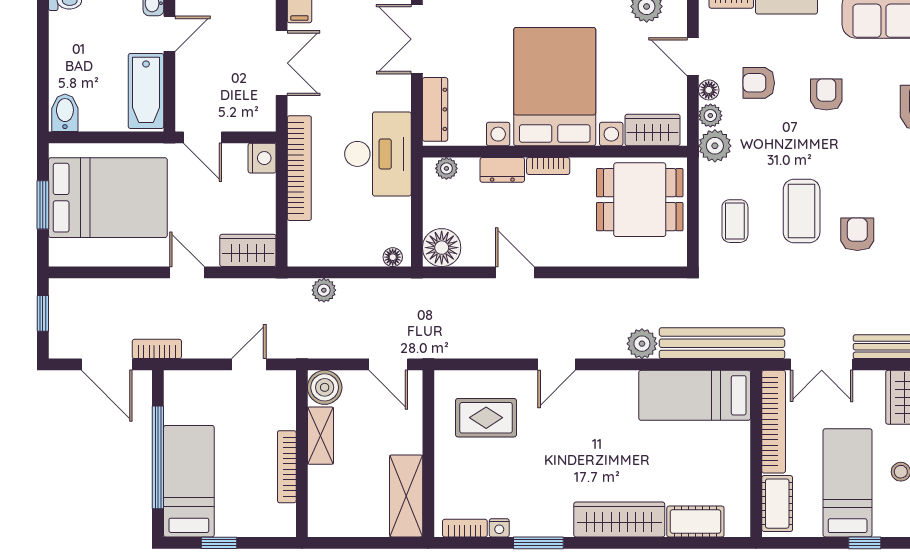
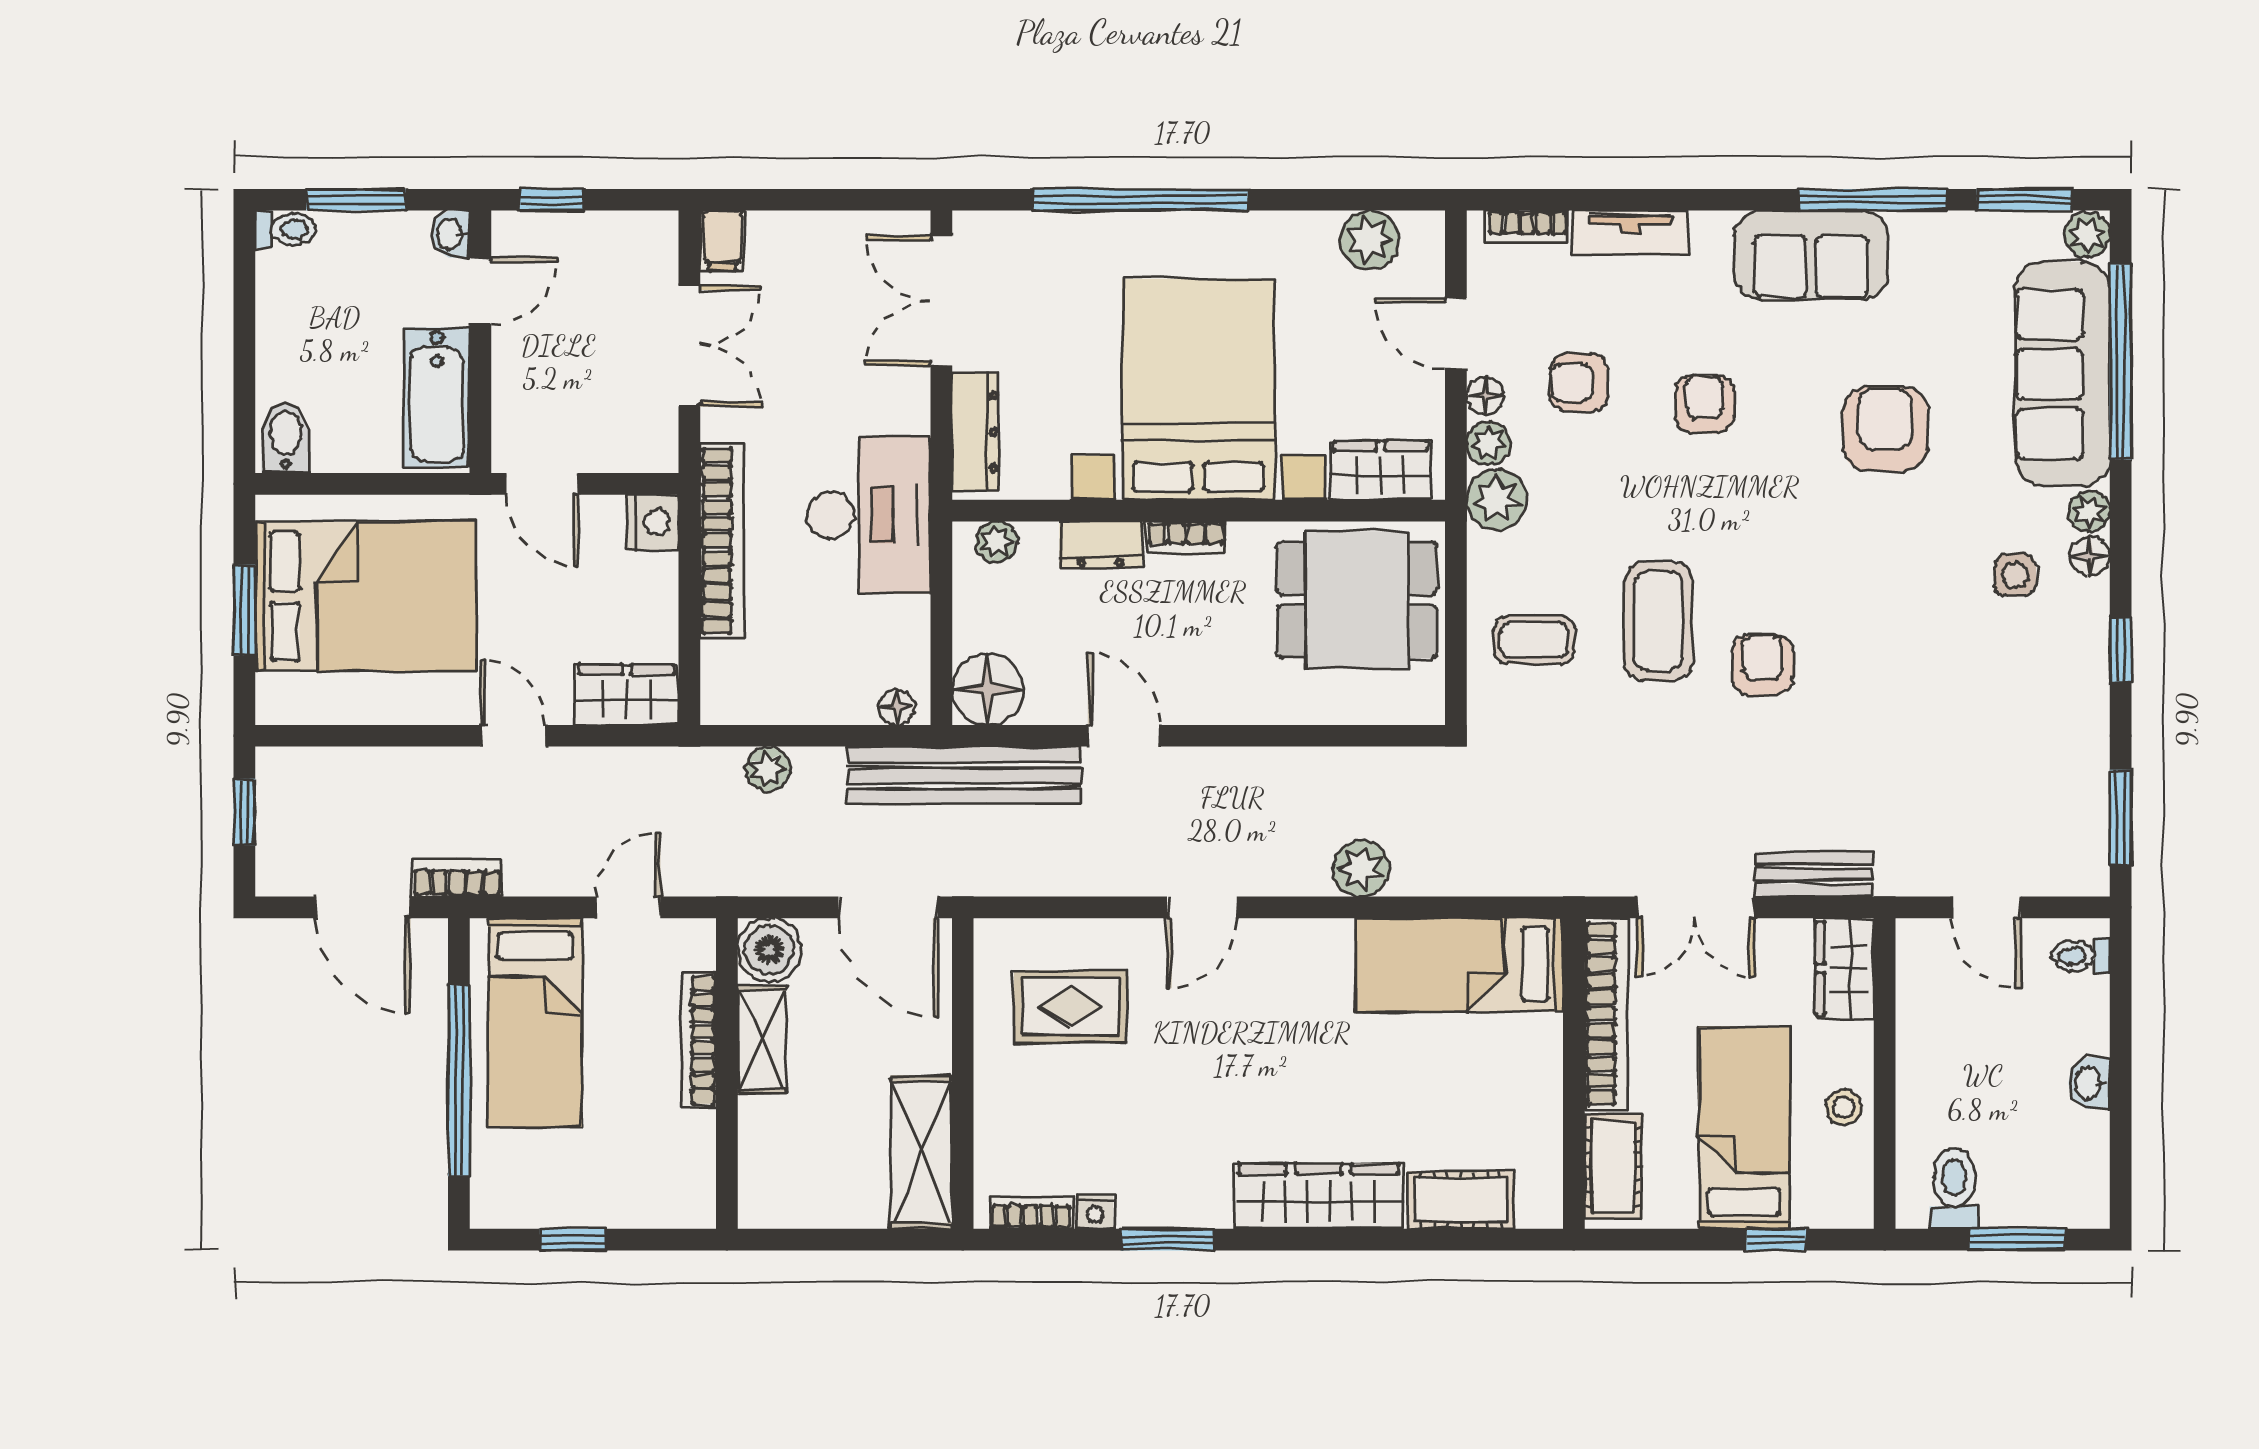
coffee table: (735, 221) -> (1534, 640), turned 90
bench: (722, 343) -> (964, 776), moved
door: (388, 364) -> (888, 907), width x1.38
bookcase: (287, 467) -> (699, 1040), moved
bed: (189, 481) -> (535, 1022), moved, turned 180

